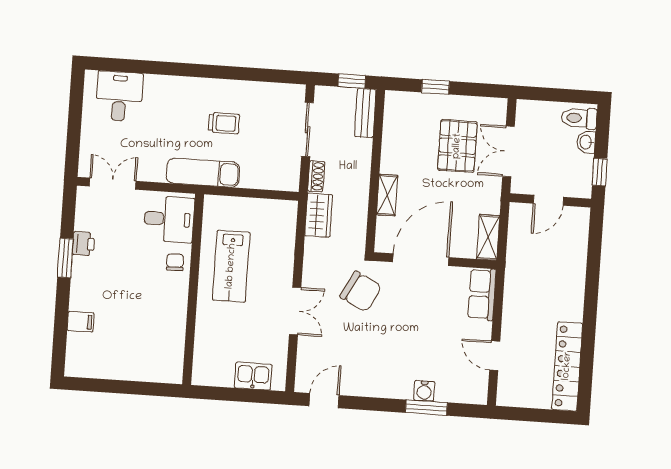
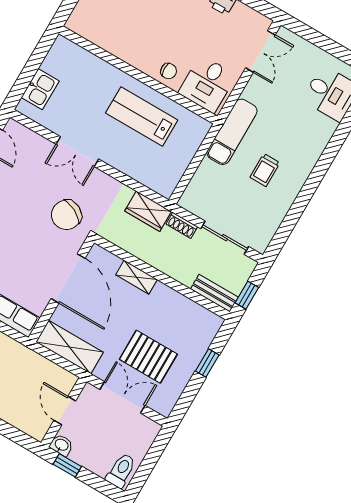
washbasin: (586, 142) -> (61, 445), moved
shelving: (488, 237) -> (70, 347), width x1.50, depth x1.33

